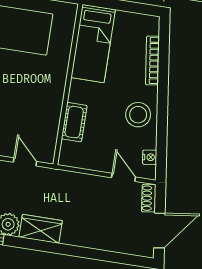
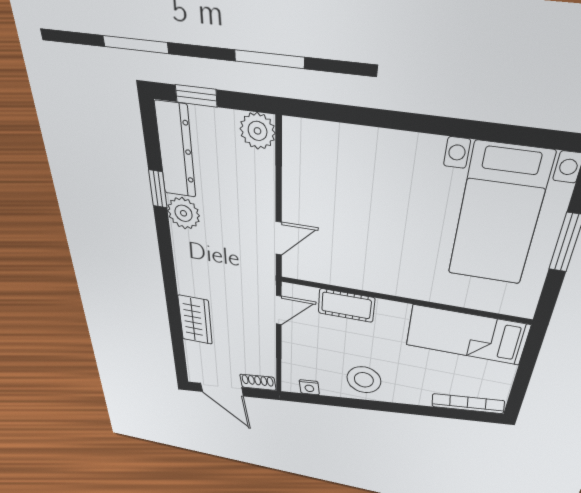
bookcase: (152, 61) -> (468, 404), moved
door: (124, 177) -> (279, 310), moved
wardrobe: (41, 229) -> (195, 320), moved

